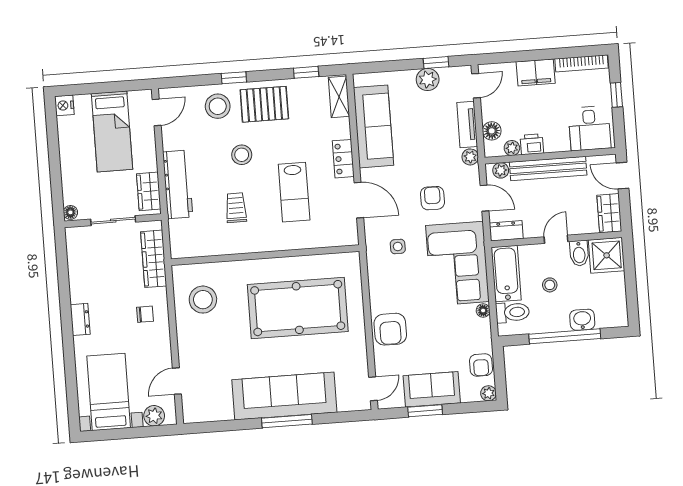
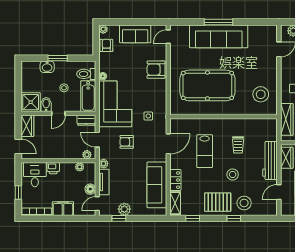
door: (157, 112) -> (279, 192), moved
floor lamp: (492, 131) -> (90, 189), moved
printer: (532, 144) -> (53, 168), moved
locker: (343, 159) -> (175, 180), moved
bench: (548, 168) -> (60, 154), removed
lab bench: (294, 192) -> (205, 151), turned 180
armchair: (432, 198) -> (127, 142), turned 90
door: (359, 200) -> (168, 144), swing flipped
armchair: (390, 329) -> (156, 70), turned -90
window: (565, 336) -> (58, 58), width x0.47
window: (425, 411) -> (140, 22), removed

